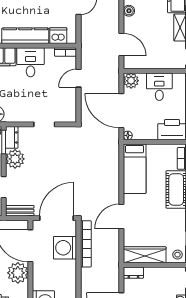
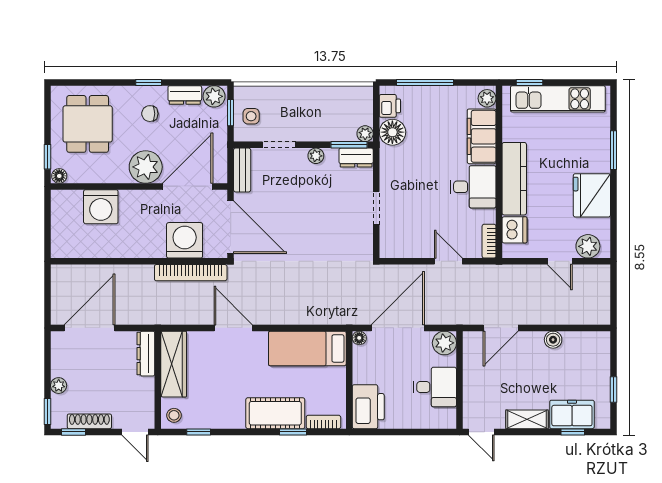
plant: (15, 159) -> (316, 156), width x0.53, depth x0.53
dresser: (133, 273) -> (146, 354), width x1.44

